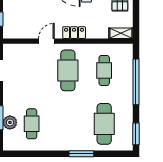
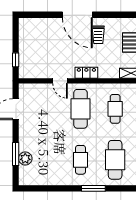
door: (46, 41) -> (60, 81), swing flipped
cafe table: (32, 124) -> (81, 160), moved

